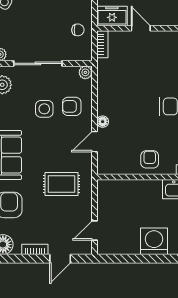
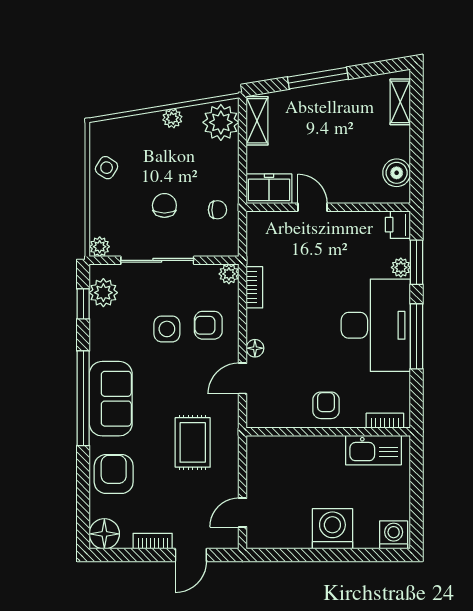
chair: (43, 27) -> (164, 205), added
bookcase: (102, 44) -> (254, 287), moved
rug: (61, 184) -> (193, 442), turned 90

